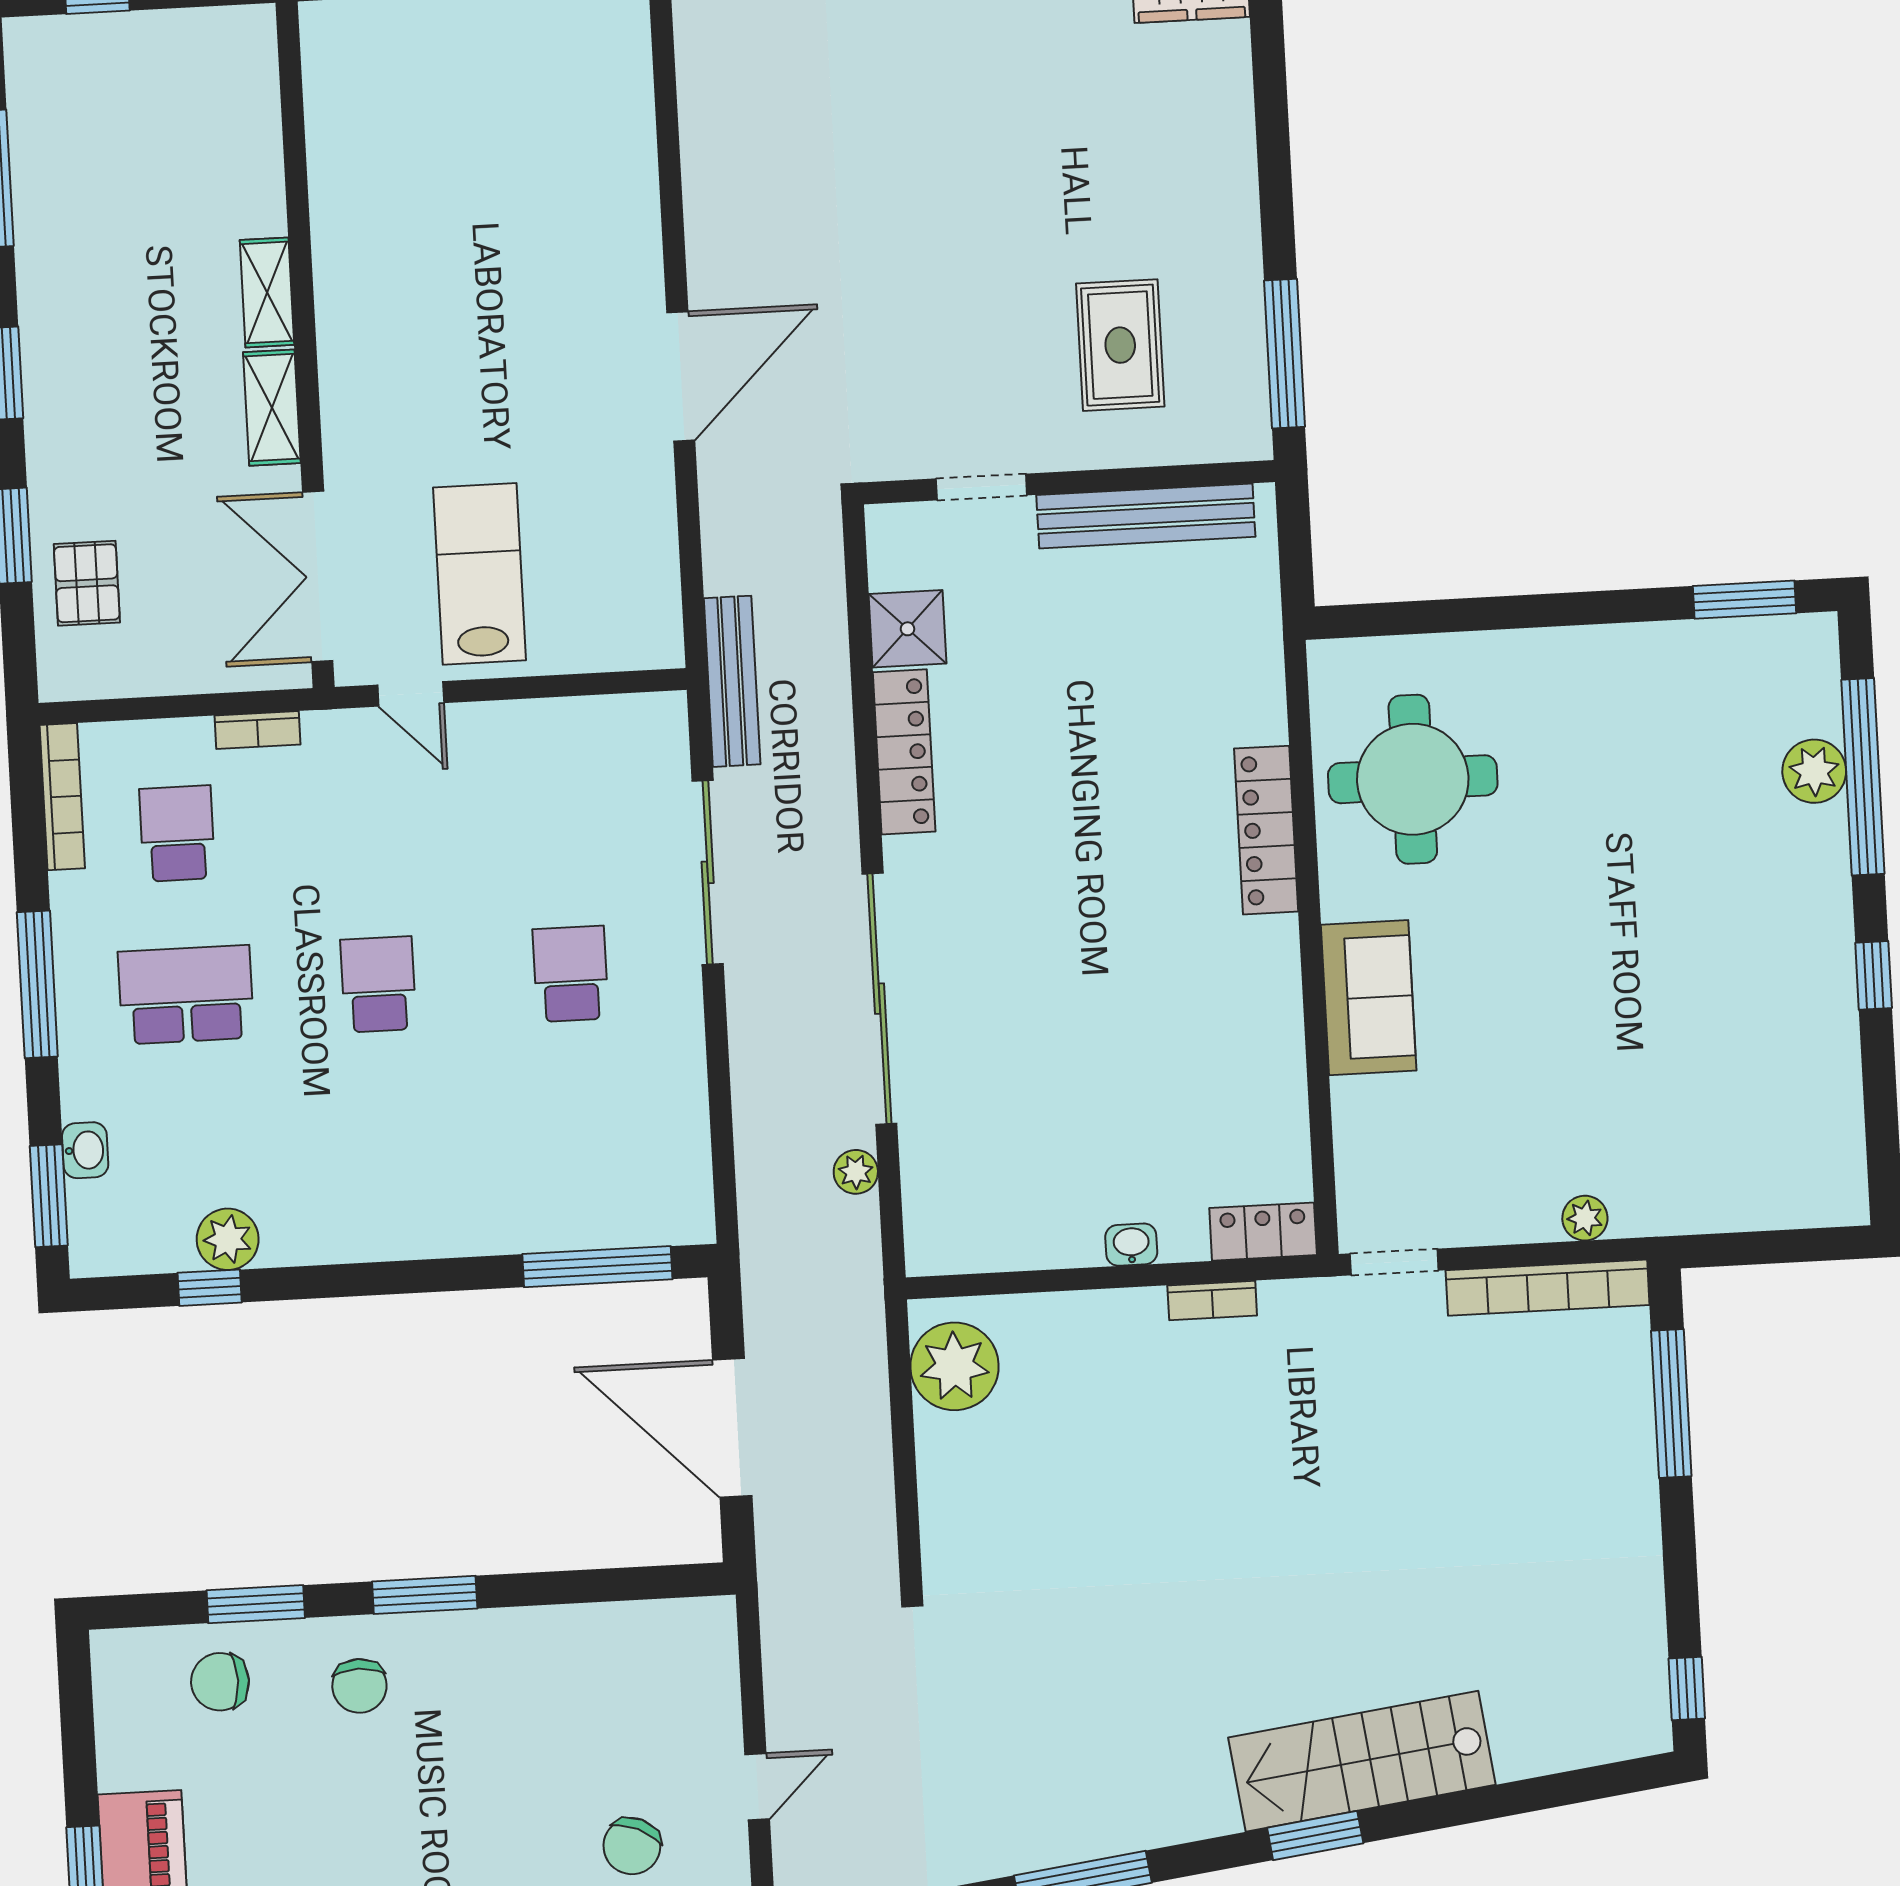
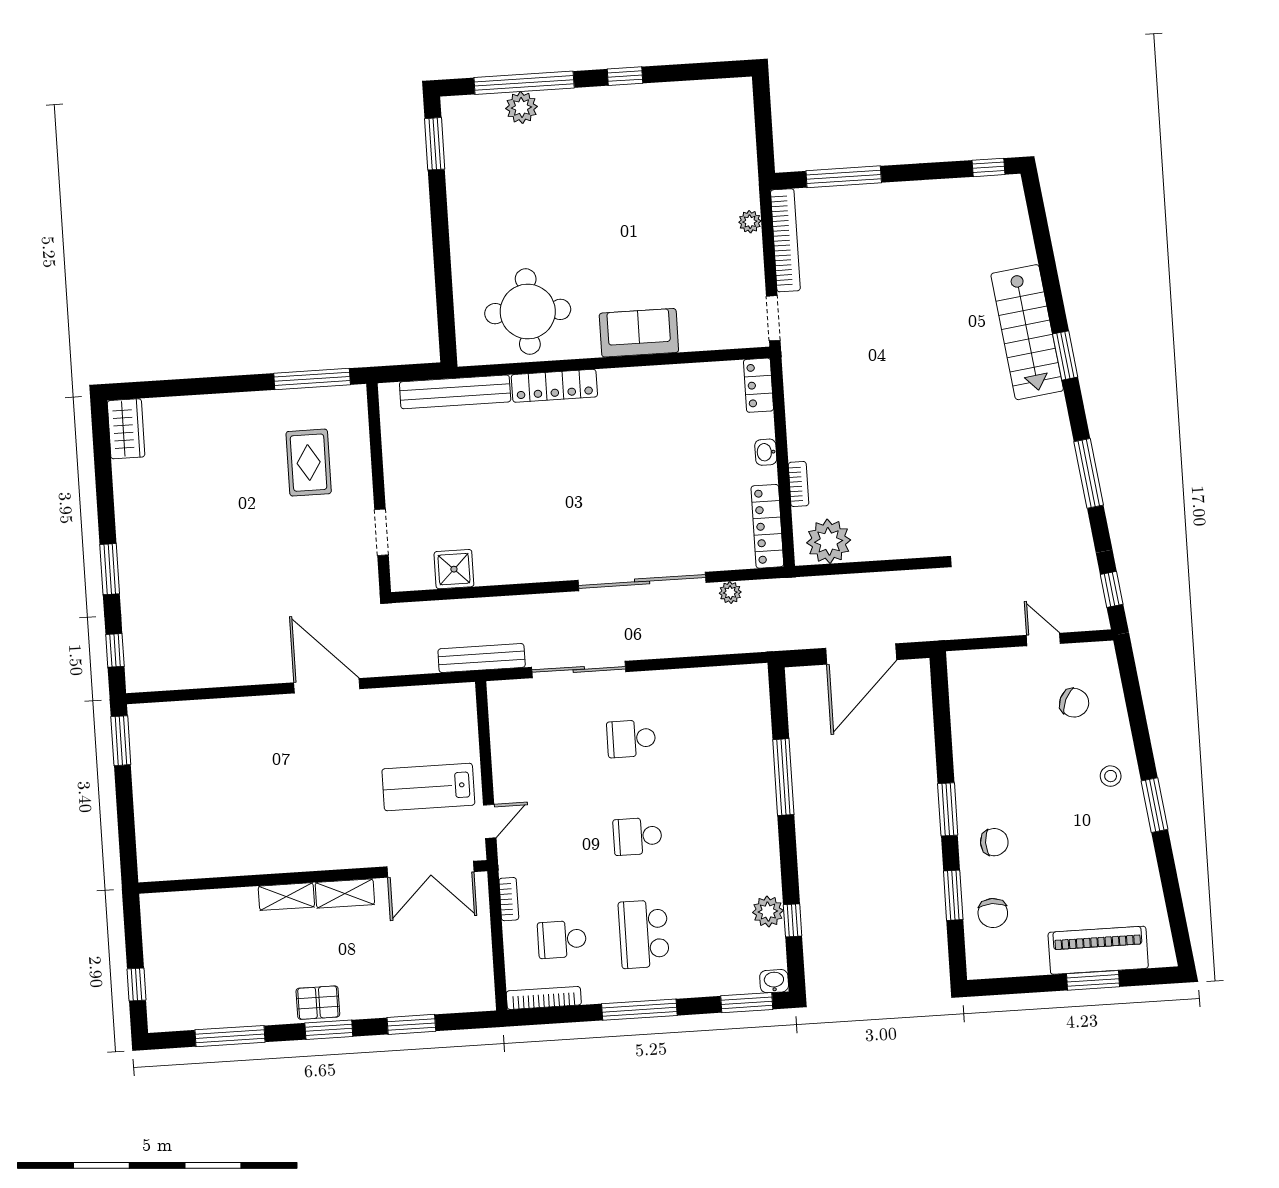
rug: (1120, 345) -> (309, 463), turned 90
bench: (1146, 516) -> (455, 392), moved, turned 90
pallet: (87, 583) -> (318, 1003), moved
locker: (904, 752) -> (767, 526), moved, turned -90
washbasin: (85, 1150) -> (774, 981), moved
window: (597, 1267) -> (783, 777), moved
bookcase: (1212, 1300) -> (798, 484), moved

